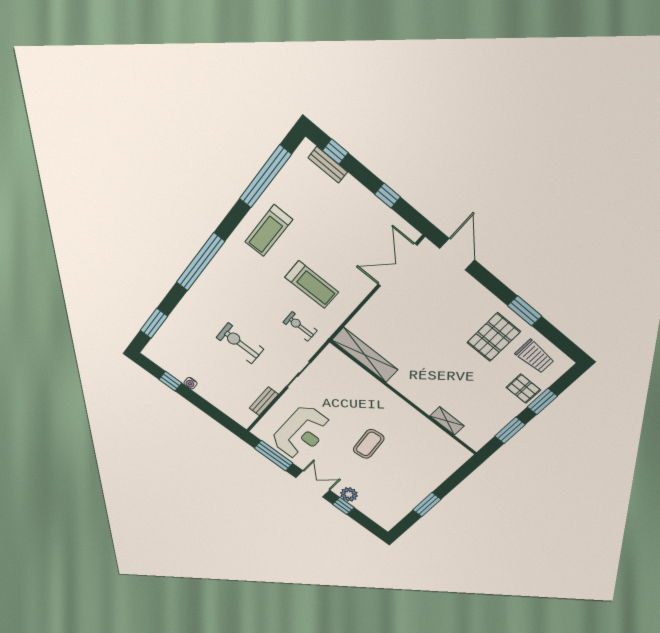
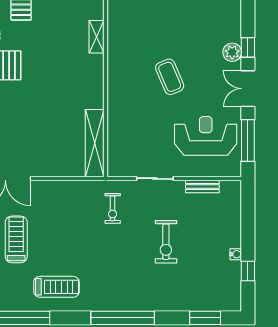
treadmill: (312, 285) -> (16, 239), moved
coffee table: (369, 444) -> (170, 77), turned 73

